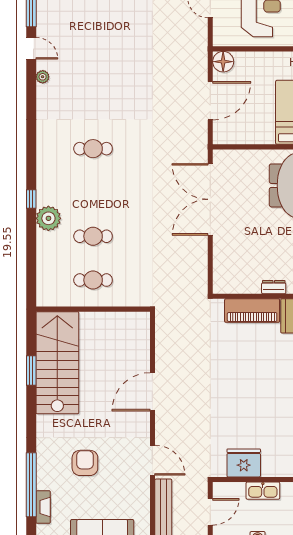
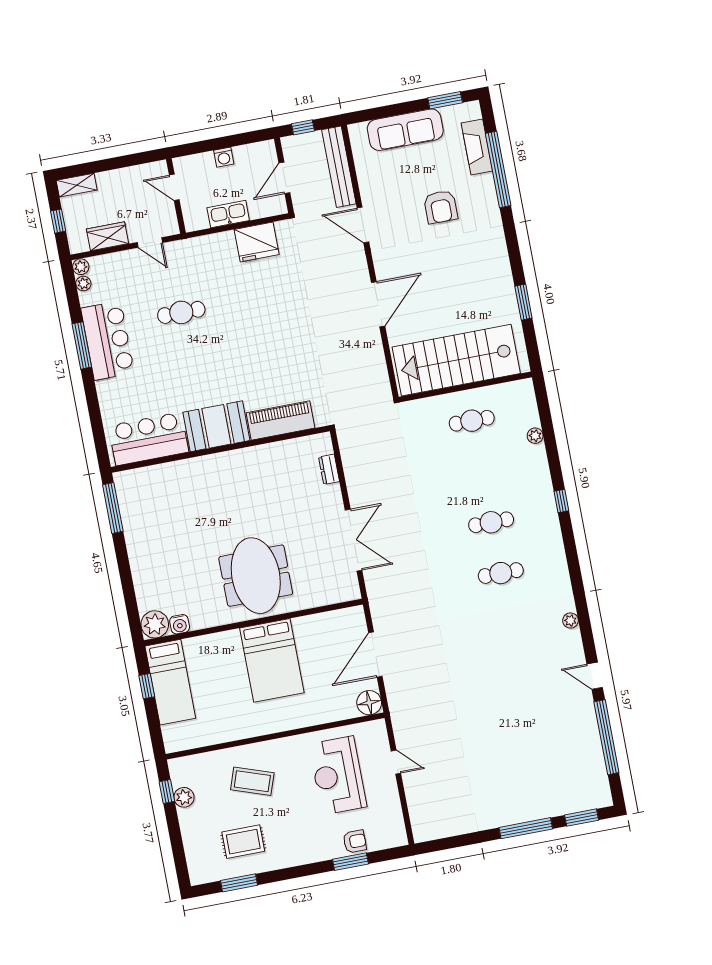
plant: (43, 77) -> (570, 621), moved
double door: (210, 199) -> (354, 540), width x0.73
plant: (48, 218) -> (535, 436), moved, width x0.53, depth x0.53
cafe table: (93, 236) -> (491, 522), moved
dresser: (274, 287) -> (329, 469), moved, turned 90
stairs: (57, 363) -> (456, 360), moved, turned 90
fireplace: (43, 507) -> (477, 147), width x1.37, depth x1.32

